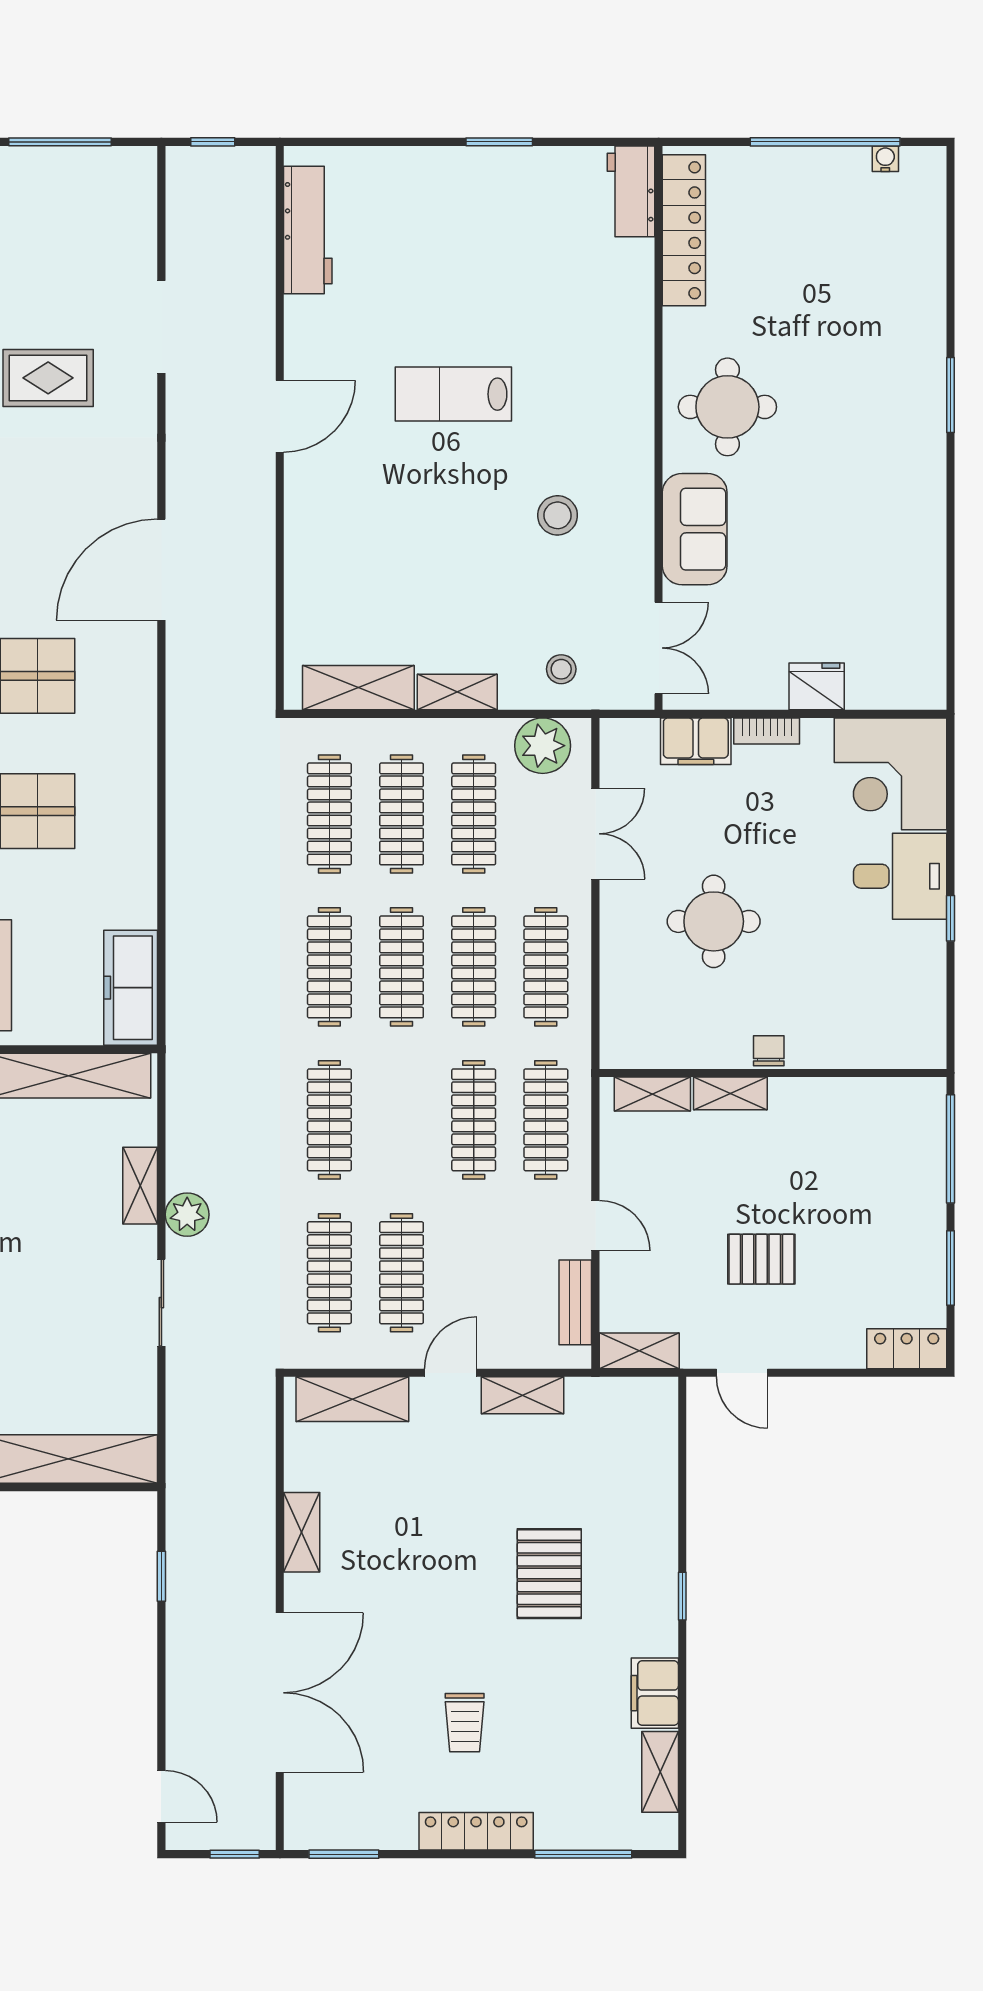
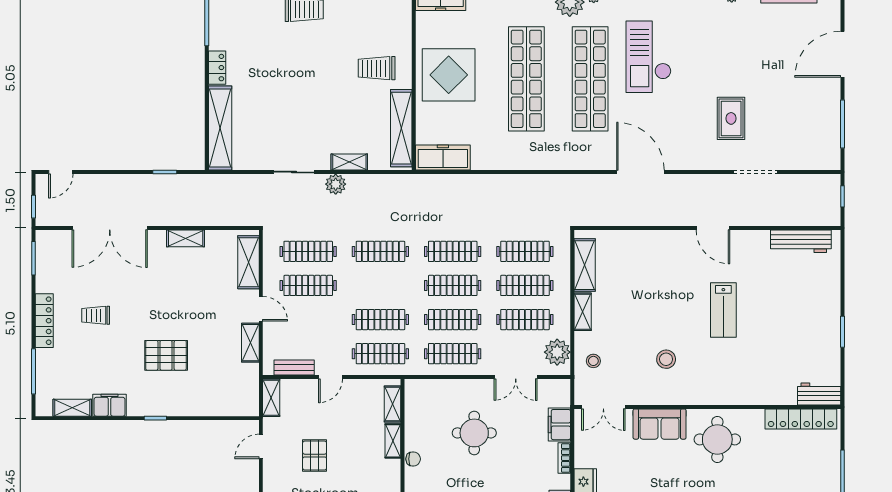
lab bench: (453, 394) -> (723, 310), turned 180

